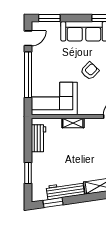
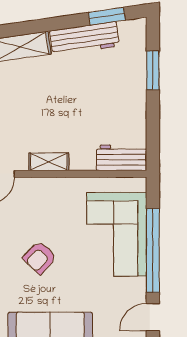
corner sofa: (54, 98) -> (117, 234), moved, turned 90
shelving: (73, 123) -> (49, 162), moved
workbench: (38, 138) -> (122, 158), moved, turned 90

